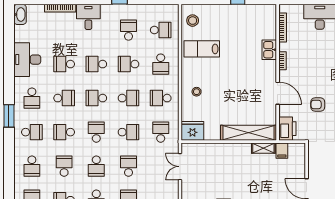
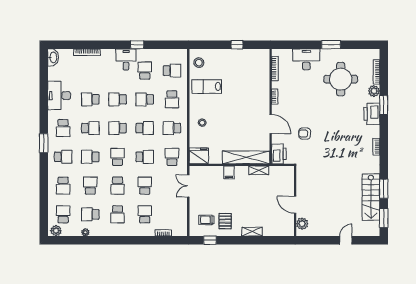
desk: (88, 17) -> (126, 59), moved
kitchen sink: (269, 50) -> (264, 87), removed
filing cabinet: (282, 151) -> (229, 172), moved

